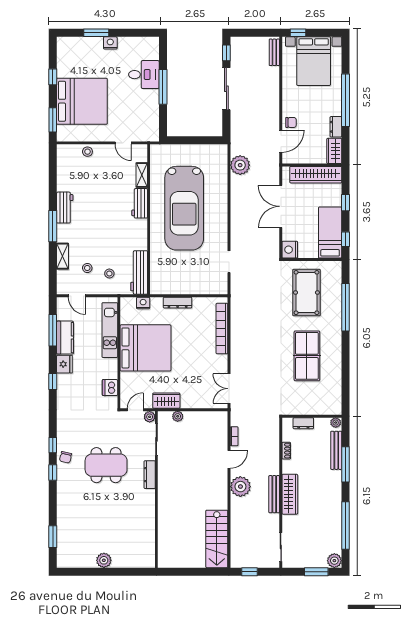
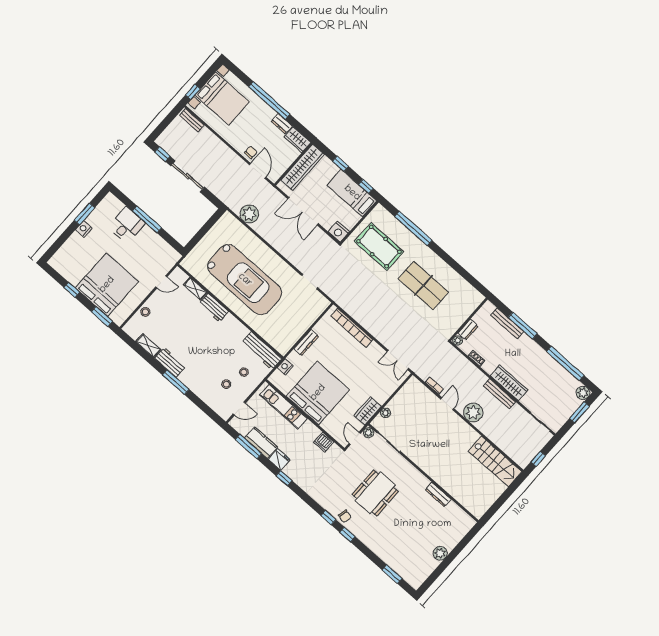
window: (96, 33) -> (85, 214), moved
shelving: (63, 256) -> (148, 346), moved
plant: (336, 423) -> (458, 340), moved
dresser: (150, 475) -> (438, 494), moved

